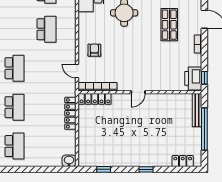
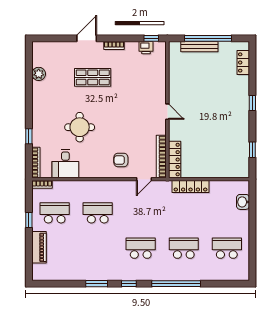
printer: (193, 78) -> (146, 48), width x0.53, depth x0.68
bench: (197, 110) -> (199, 47), moved
washbasin: (69, 161) -> (243, 202), moved

